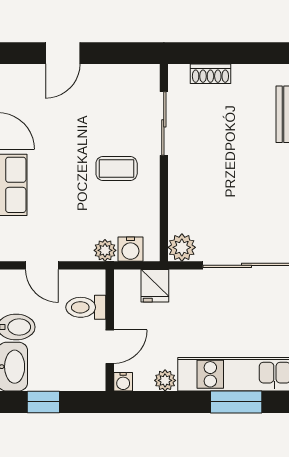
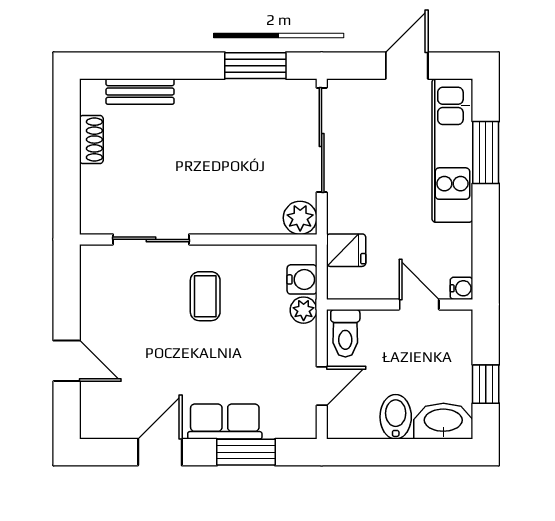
shoe rack: (210, 74) -> (91, 140), moved
toilet: (86, 307) -> (345, 333), moved
plant: (165, 380) -> (460, 238), removed

